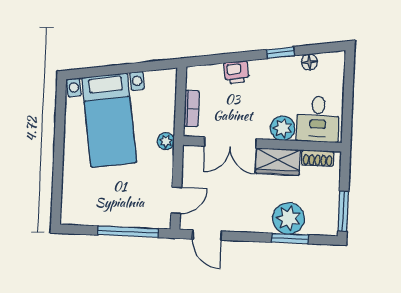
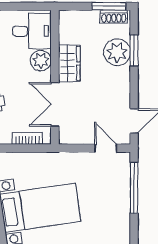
plant: (166, 141) -> (56, 159), removed
double door: (230, 142) -> (55, 104), swing flipped
shoe rack: (318, 158) -> (114, 17), moved, turned 90

